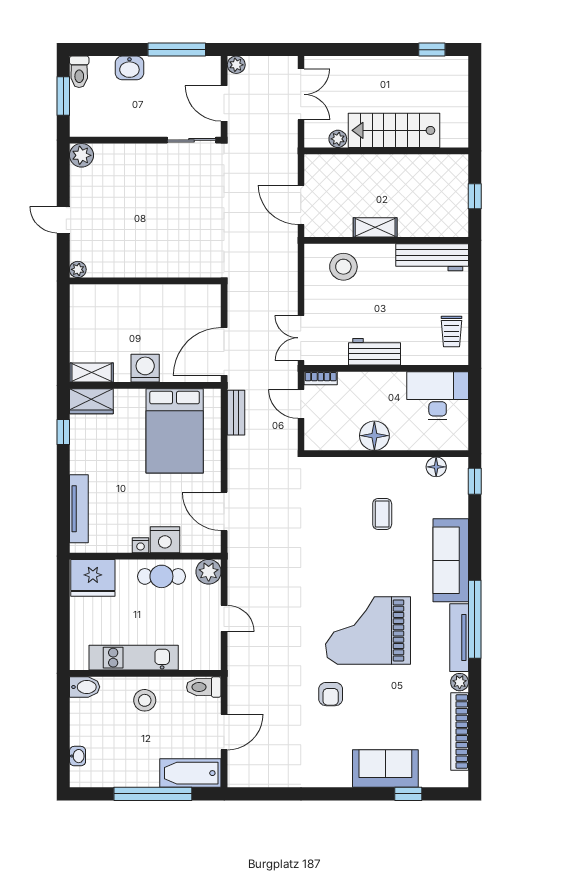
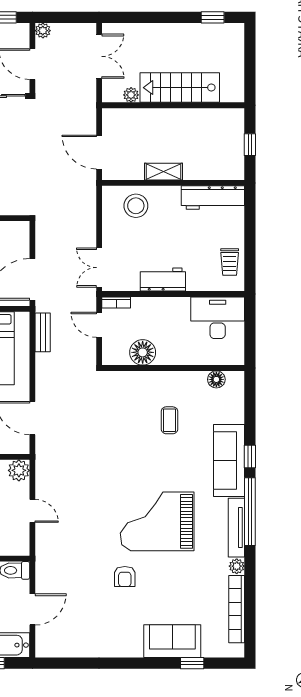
floor lamp: (374, 436) -> (143, 352), moved
window: (475, 481) -> (250, 457), moved

